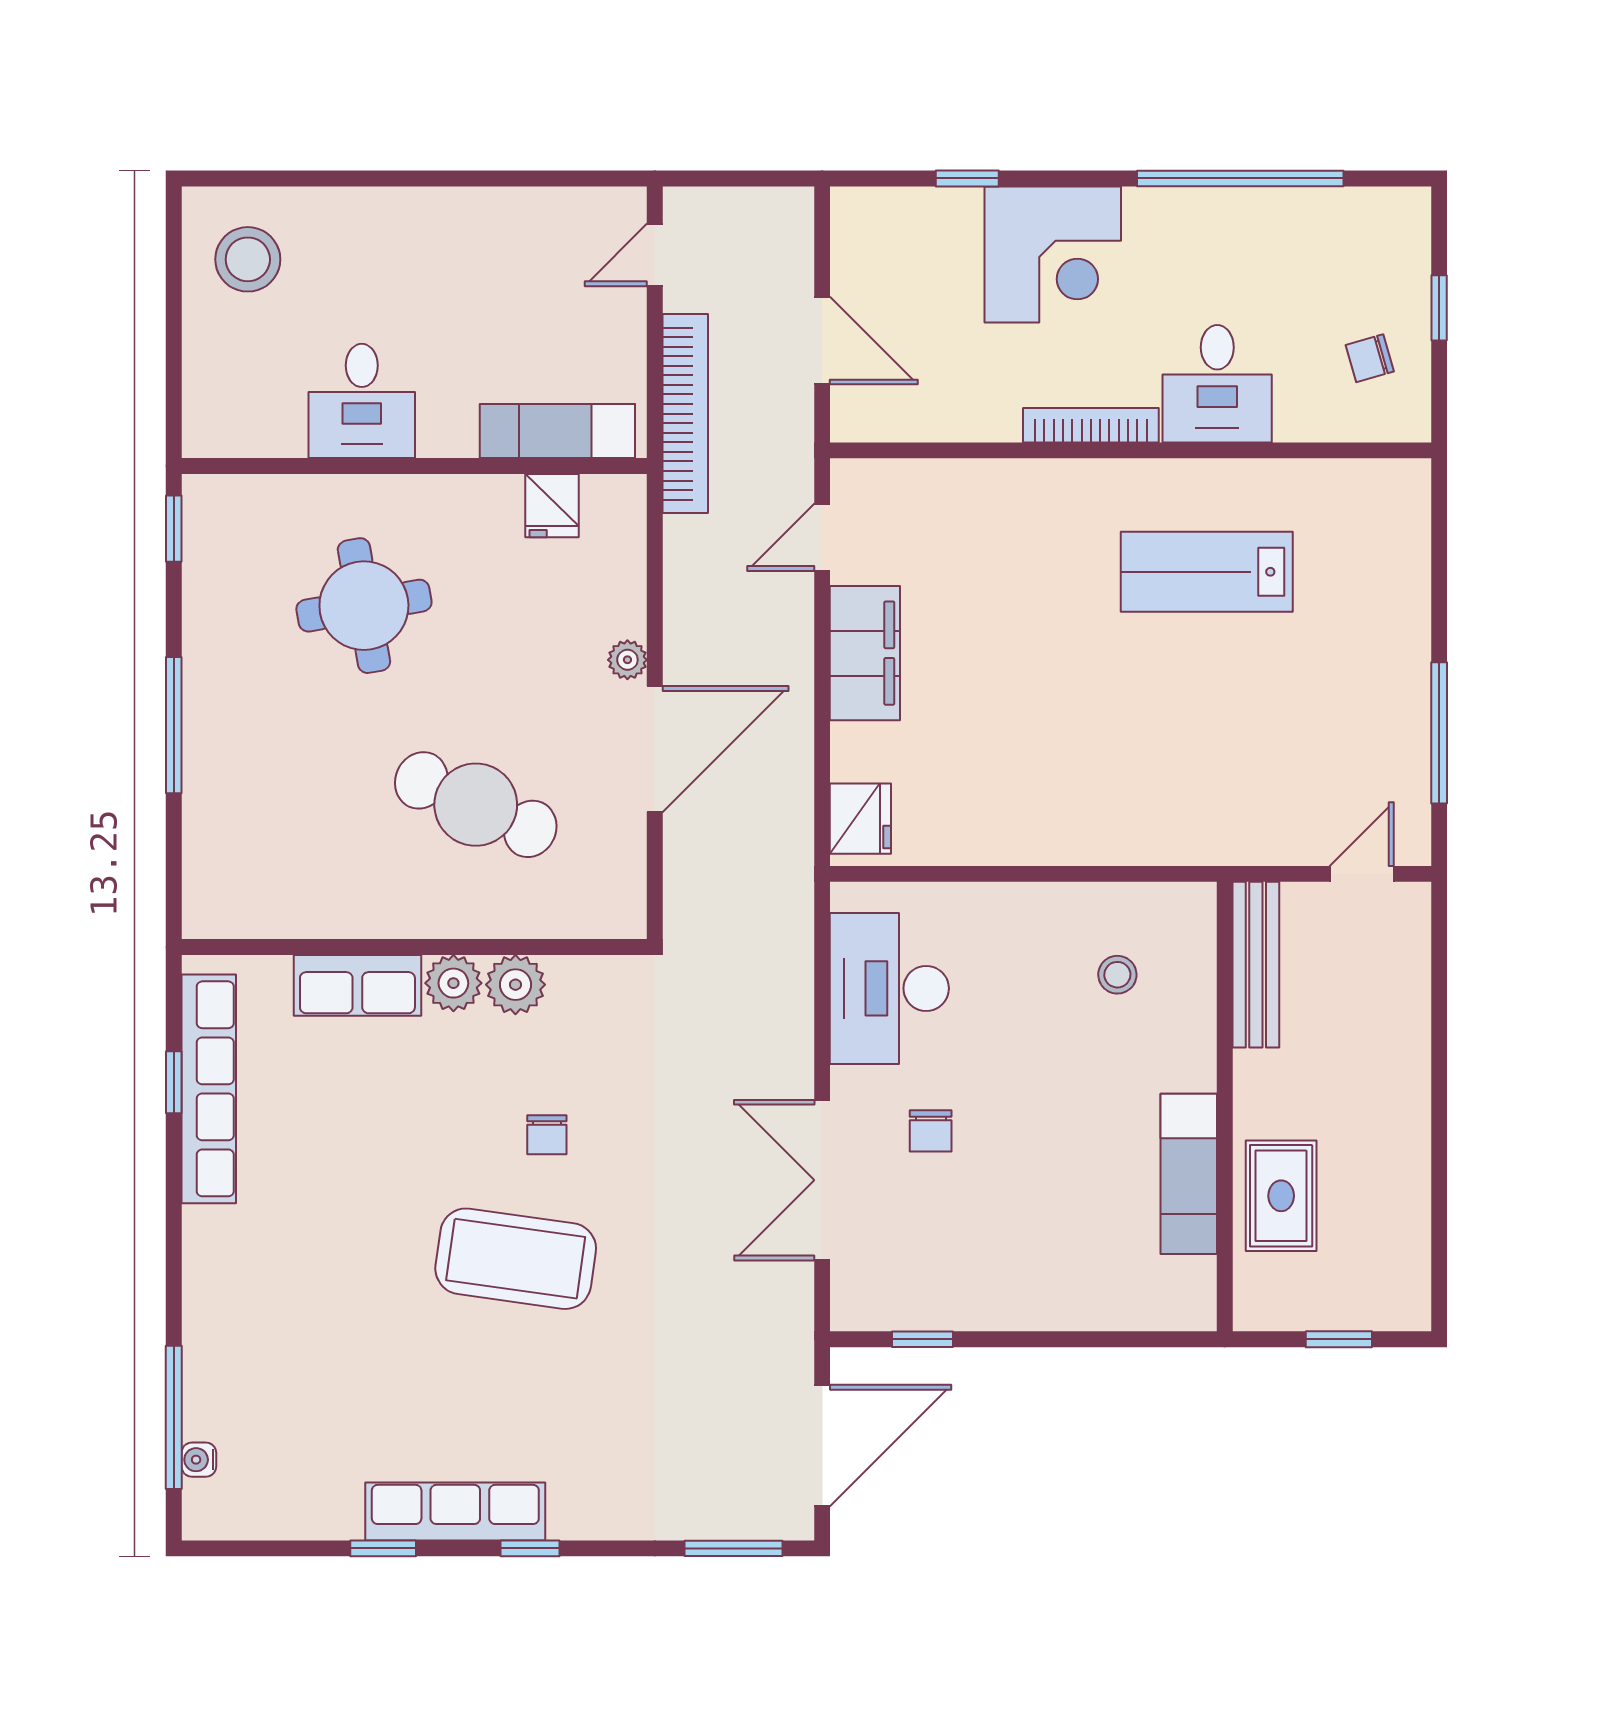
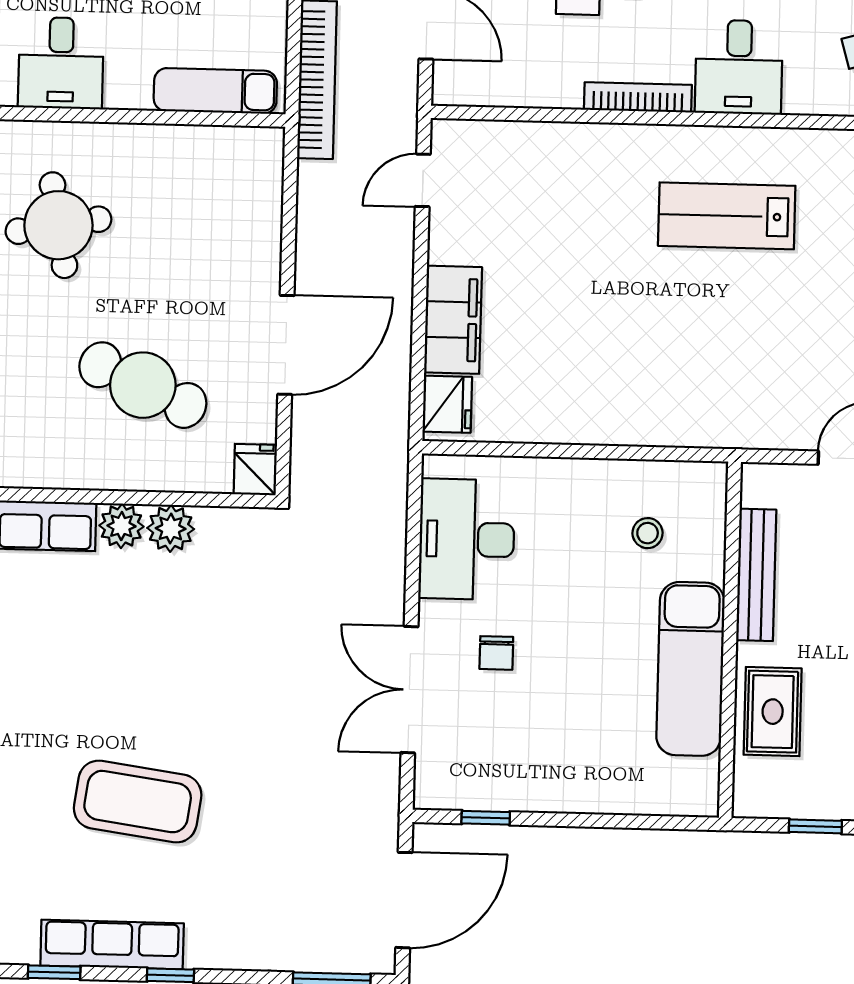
fridge: (552, 506) -> (255, 470), moved, turned 180
filing cabinet: (865, 653) -> (453, 320), moved
plant: (627, 660) -> (266, 273), removed
bench: (1256, 965) -> (756, 575), moved
chair: (547, 1135) -> (192, 648), removed
exam couch: (1189, 1174) -> (690, 669), width x1.36, depth x1.45
coffee table: (516, 1259) -> (138, 802), moved

